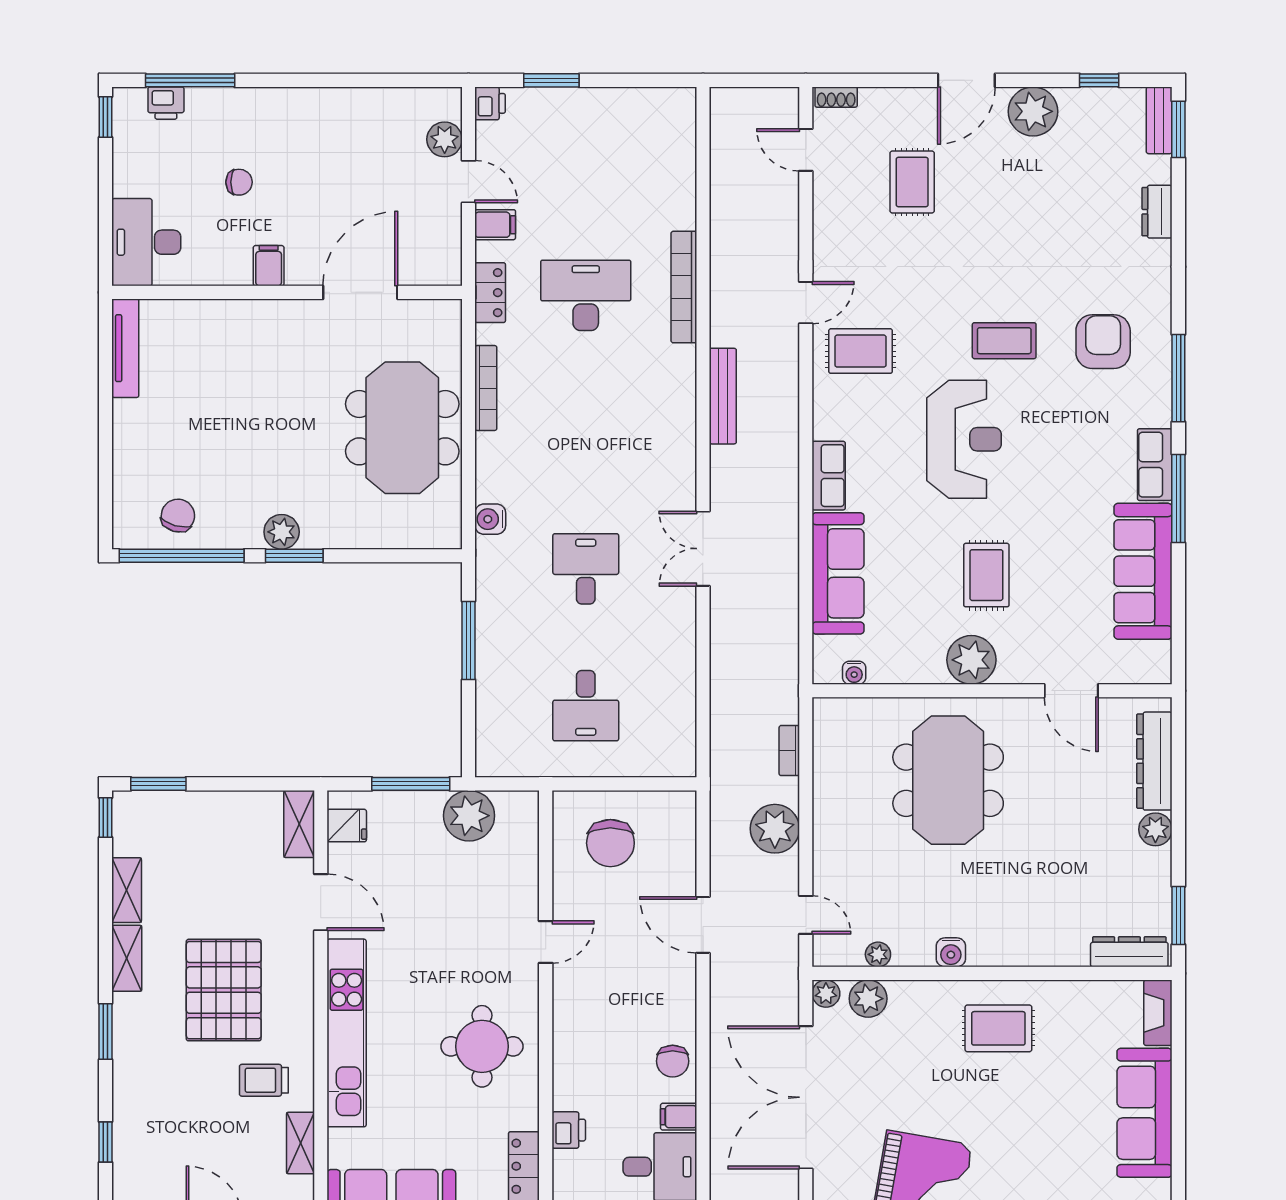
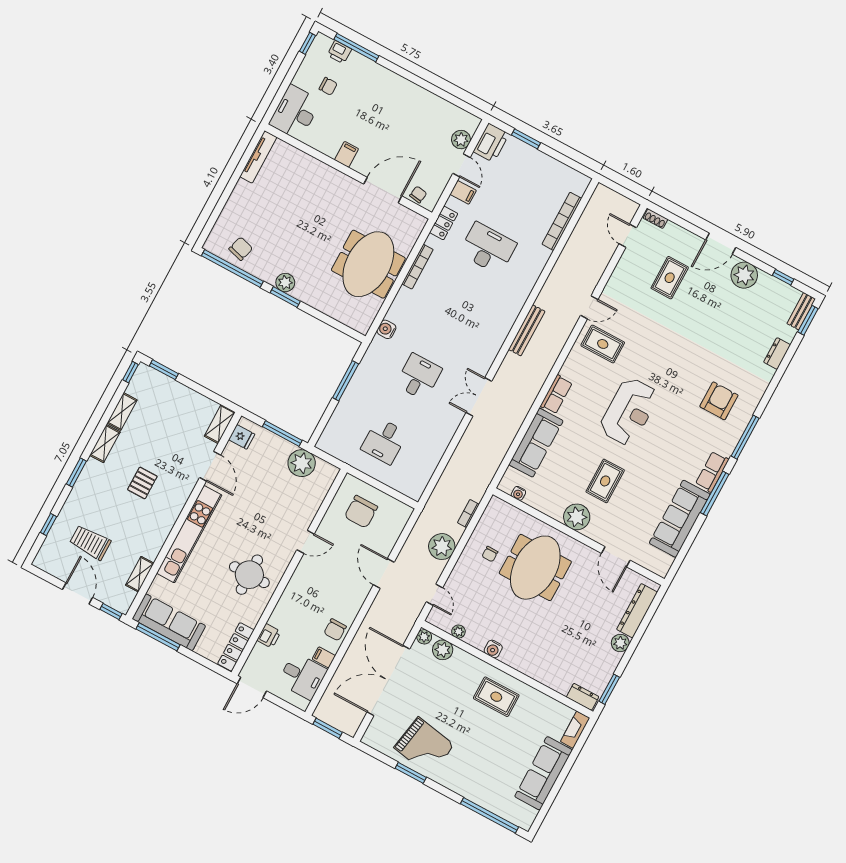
printer: (490, 103) -> (491, 143), width x1.87, depth x1.48
chair: (239, 182) -> (328, 86), moved
chair: (423, 268) -> (418, 195), added
bookcase: (684, 287) -> (562, 221), moved
coffee table: (1004, 341) -> (673, 375), removed
chair: (861, 798) -> (490, 554), added
dresser: (1129, 952) -> (583, 697), width x0.70
pallet: (224, 990) -> (142, 483), width x0.49, depth x0.50
trolley: (264, 1080) -> (90, 542), moved, width x1.36, depth x1.39

